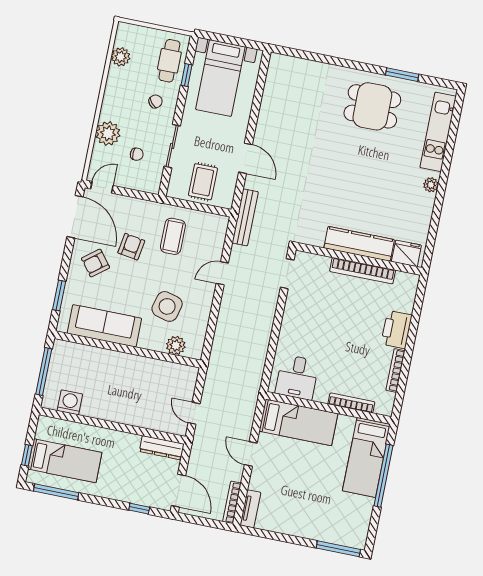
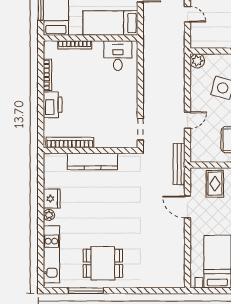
window: (402, 75) -> (86, 291), width x1.44
fridge: (406, 253) -> (52, 199), moved, turned -90
bookcase: (363, 271) -> (70, 143), moved
plant: (176, 346) -> (197, 61), moved

